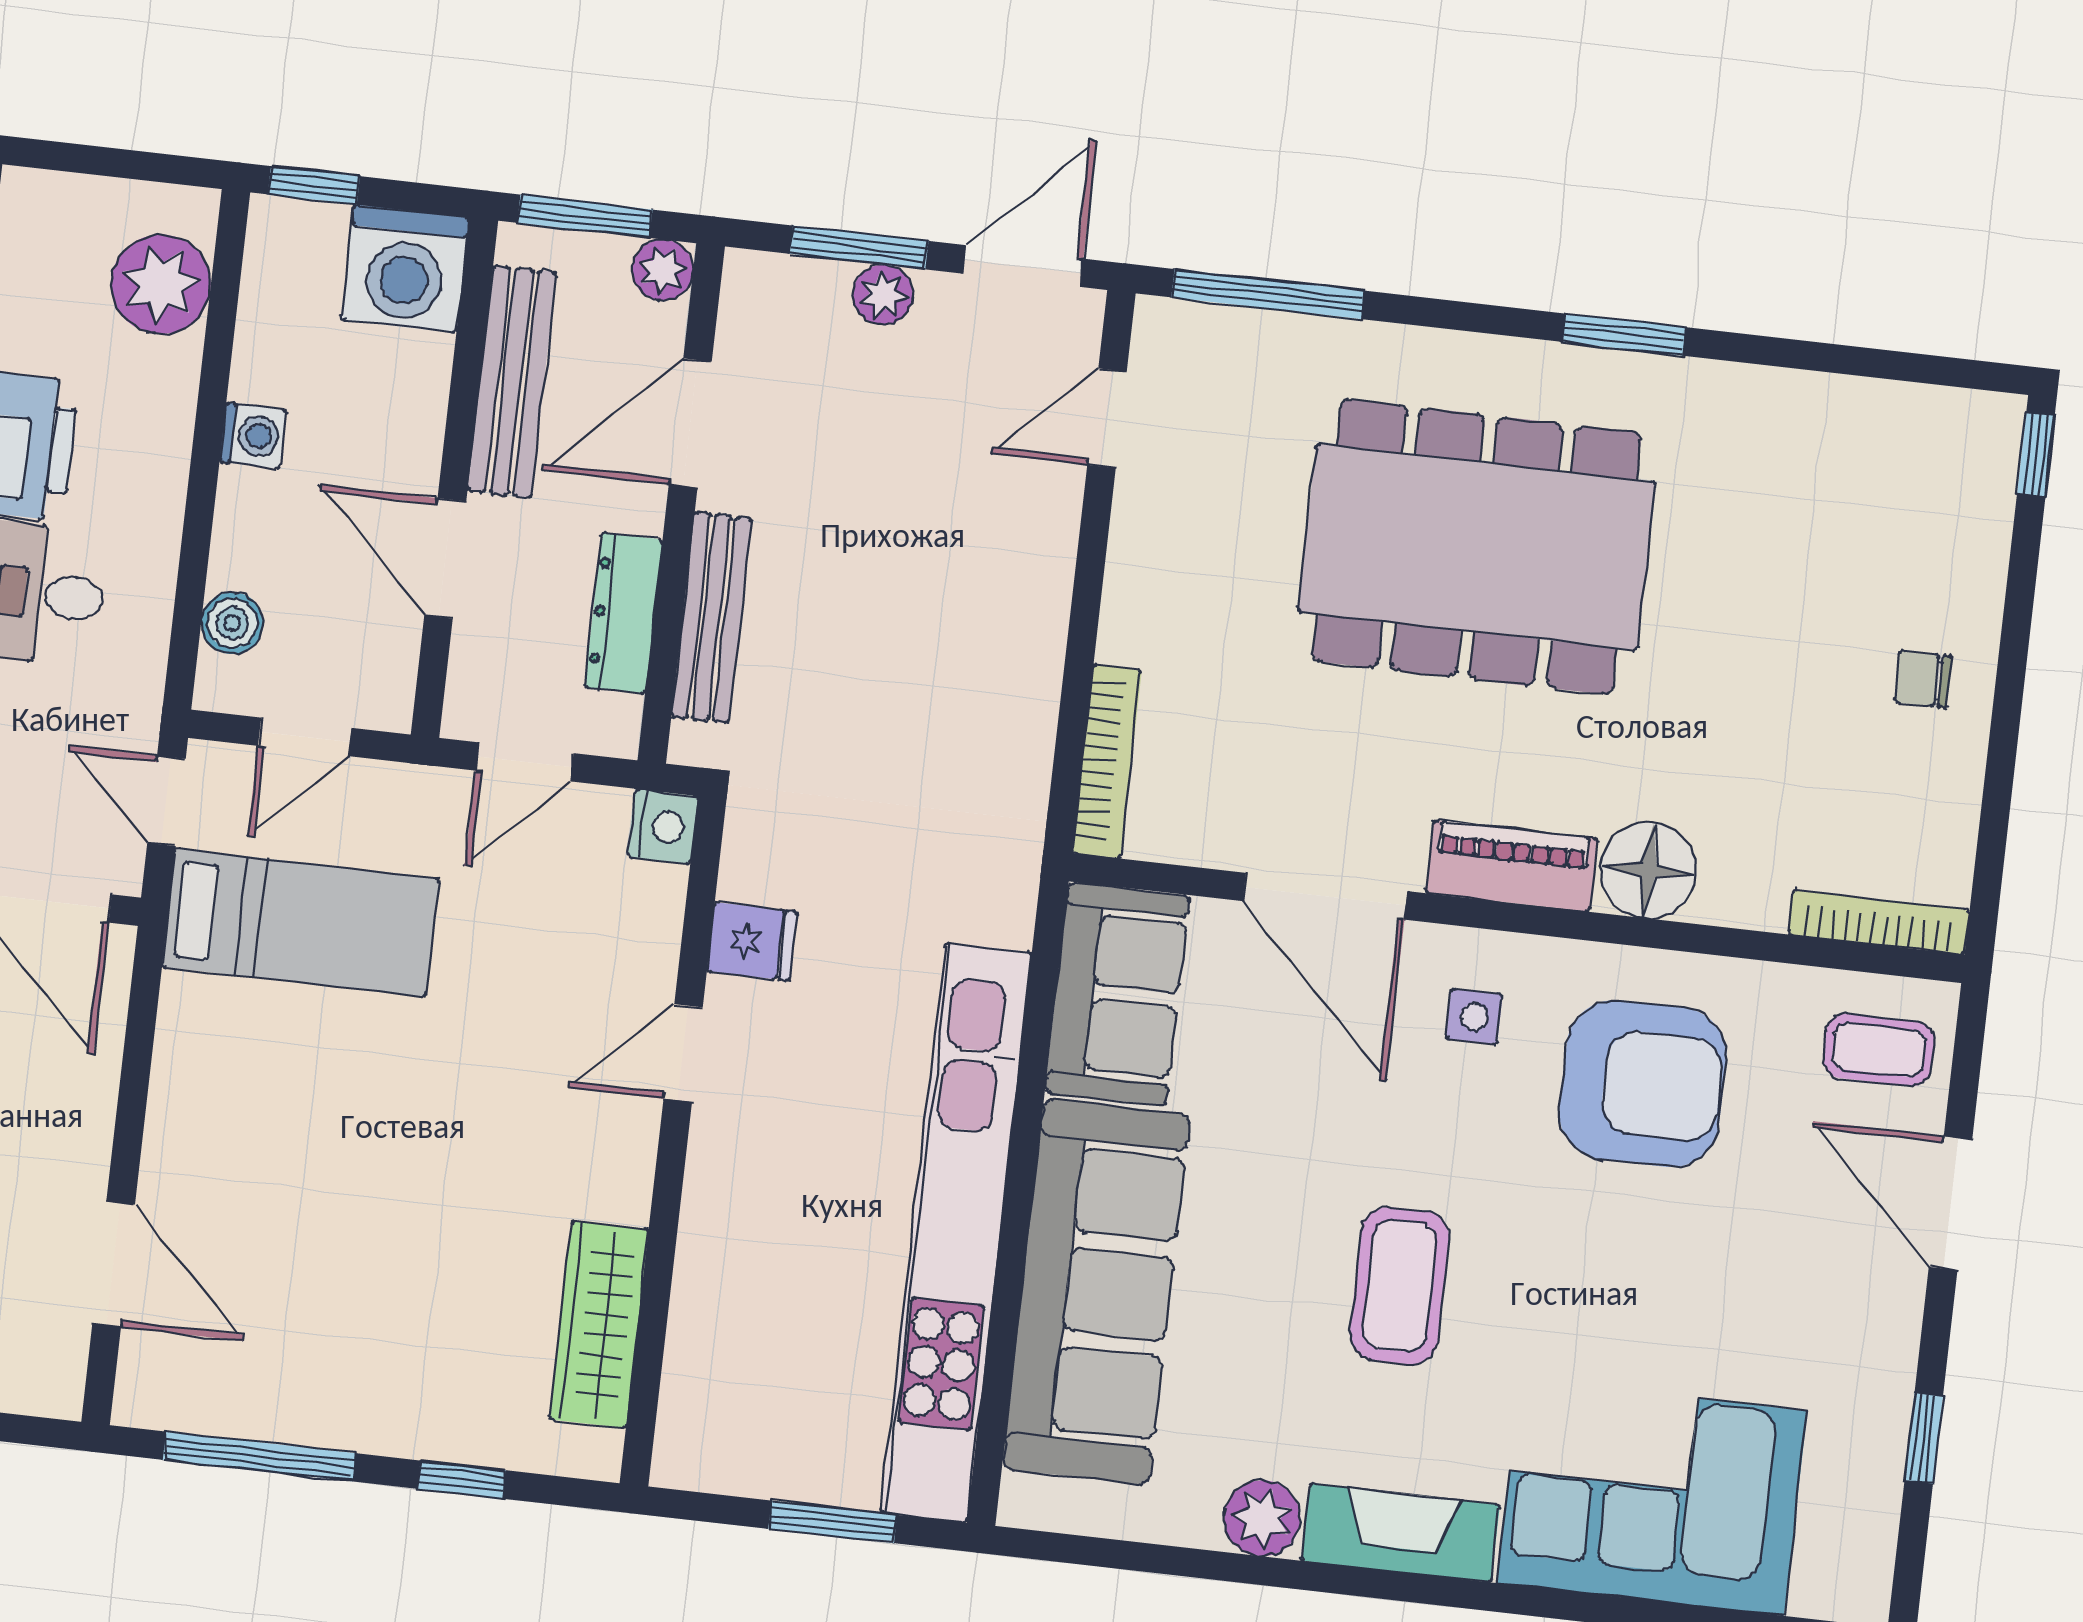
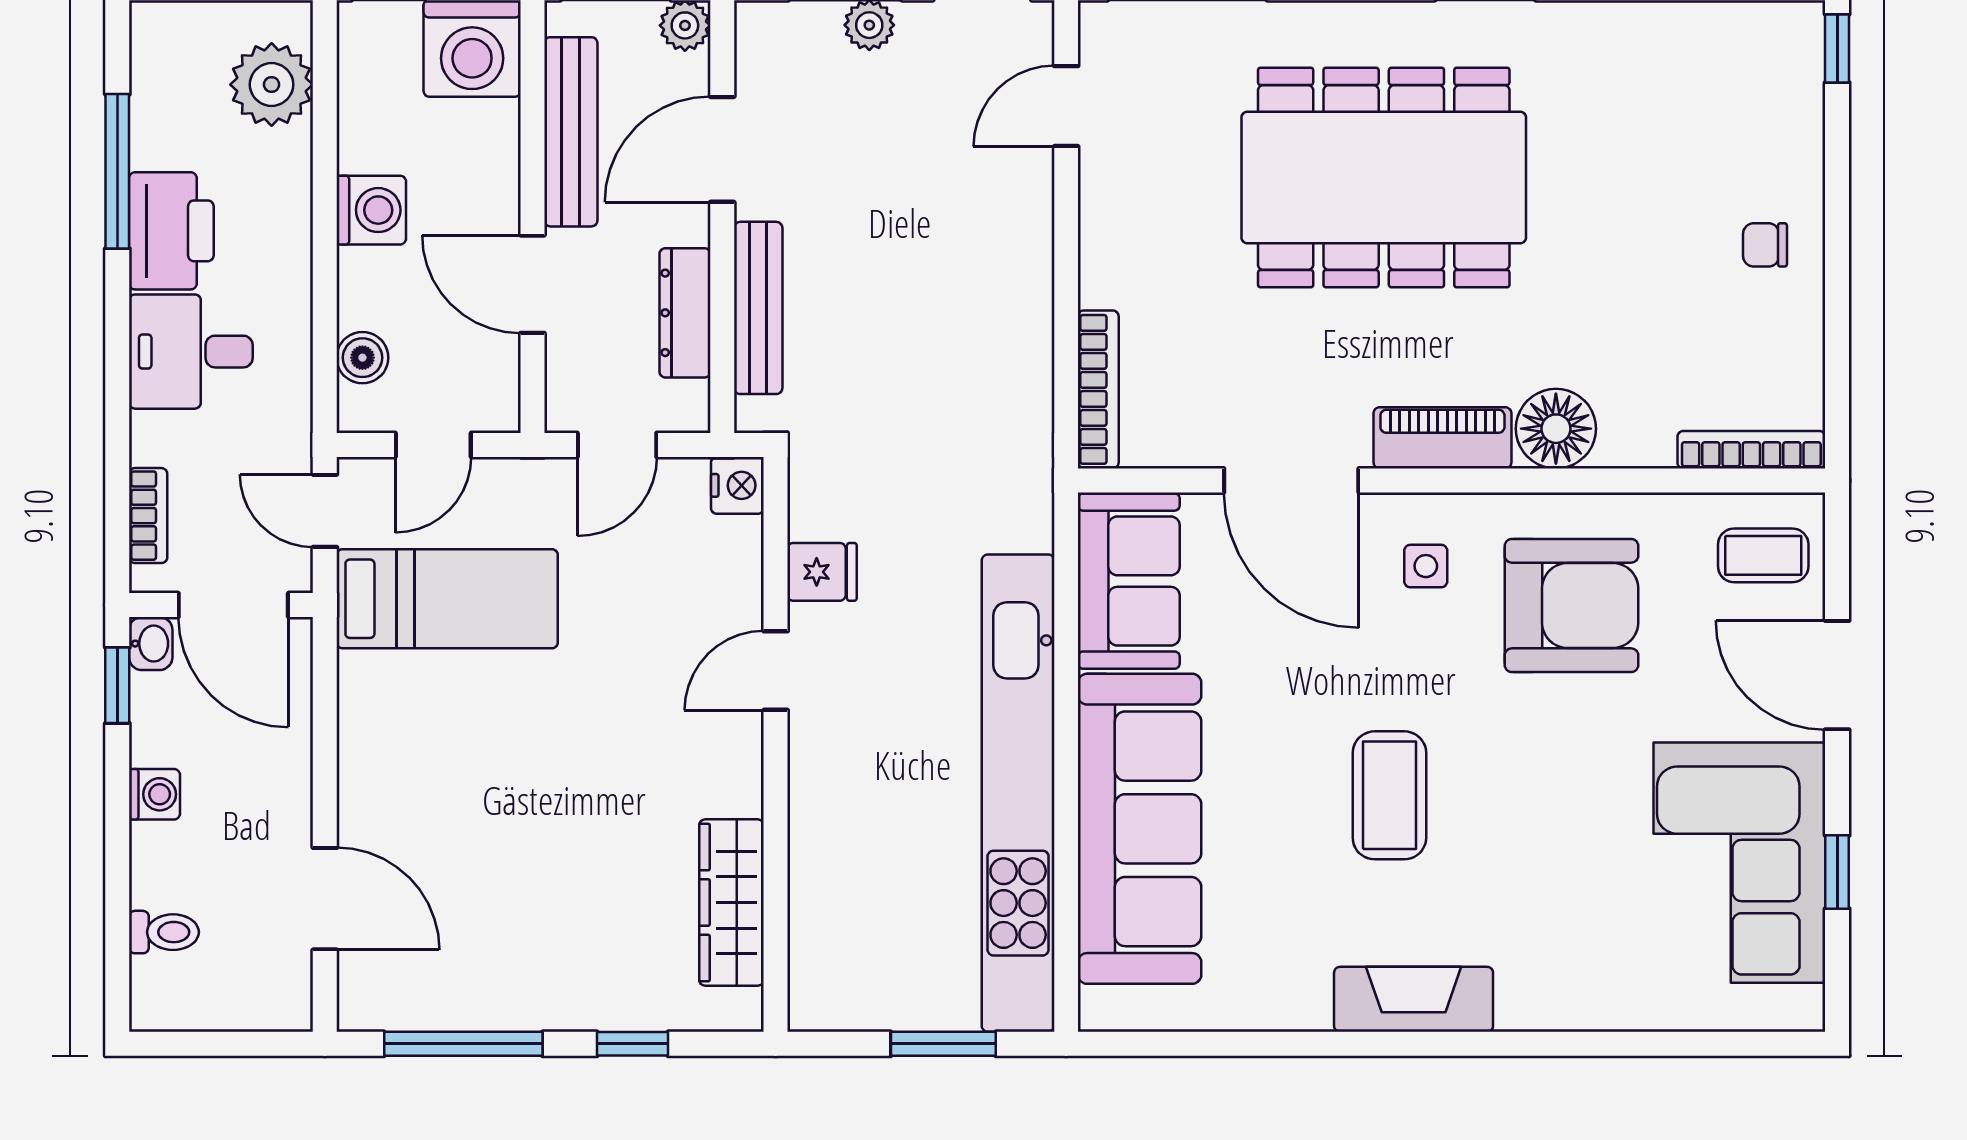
washing machine: (253, 435) -> (371, 210), width x1.38, depth x1.38
corner sofa: (1652, 1497) -> (1739, 863), moved, turned -90
plant: (1262, 1518) -> (1298, 1000), removed

